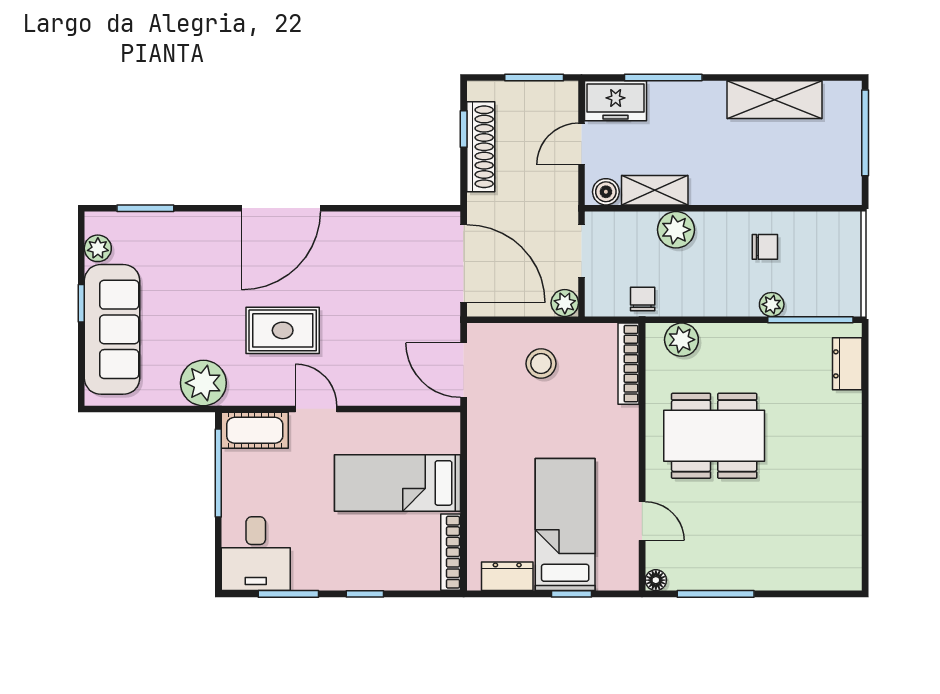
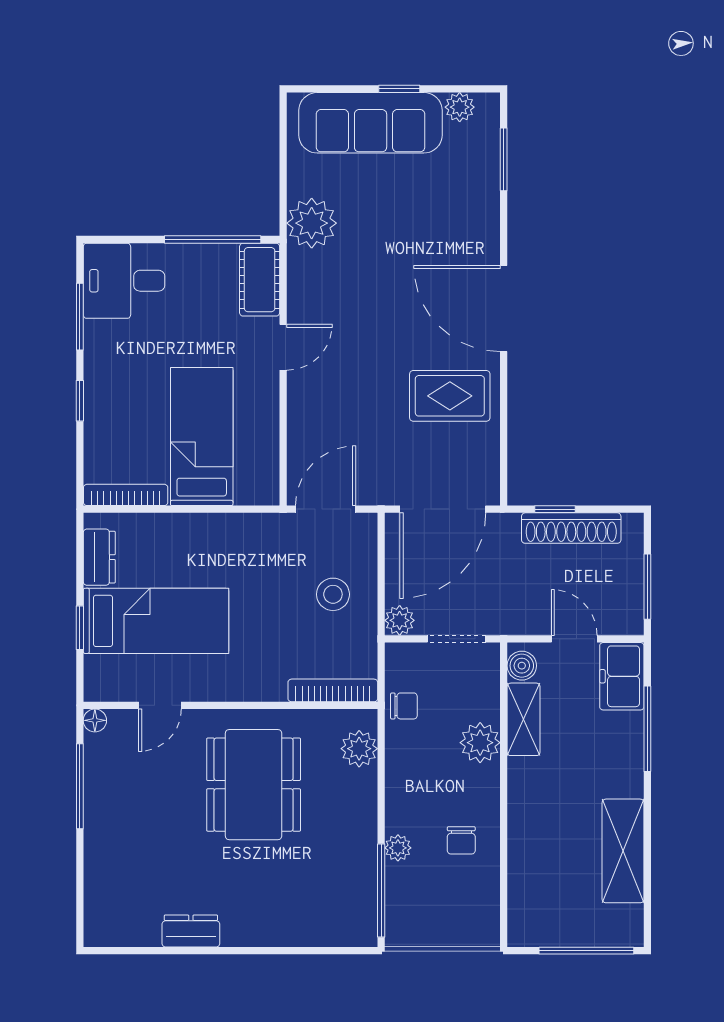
window: (464, 129) -> (555, 509), moved
rug: (283, 330) -> (450, 396), moved, turned 90
dresser: (847, 364) -> (191, 931), moved

